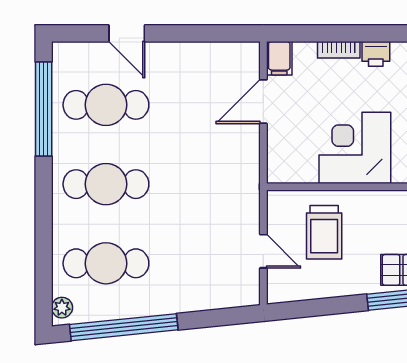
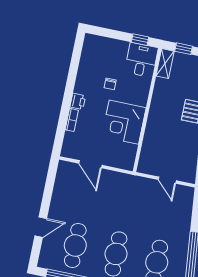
filing cabinet: (279, 58) -> (70, 151), removed
trolley: (324, 232) -> (164, 147), removed
door: (263, 251) -> (167, 180), swing flipped

